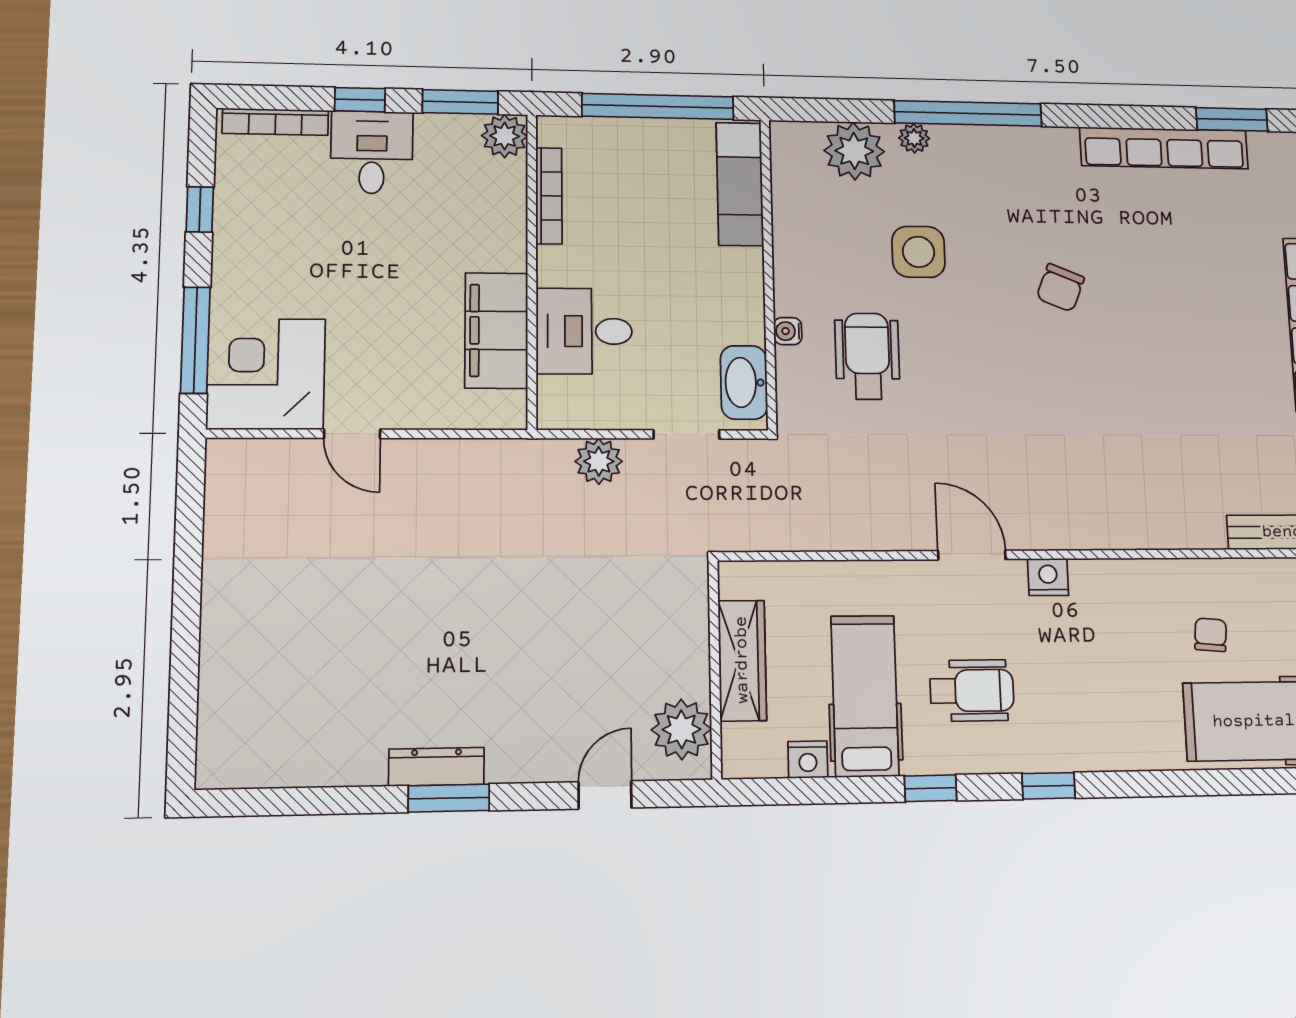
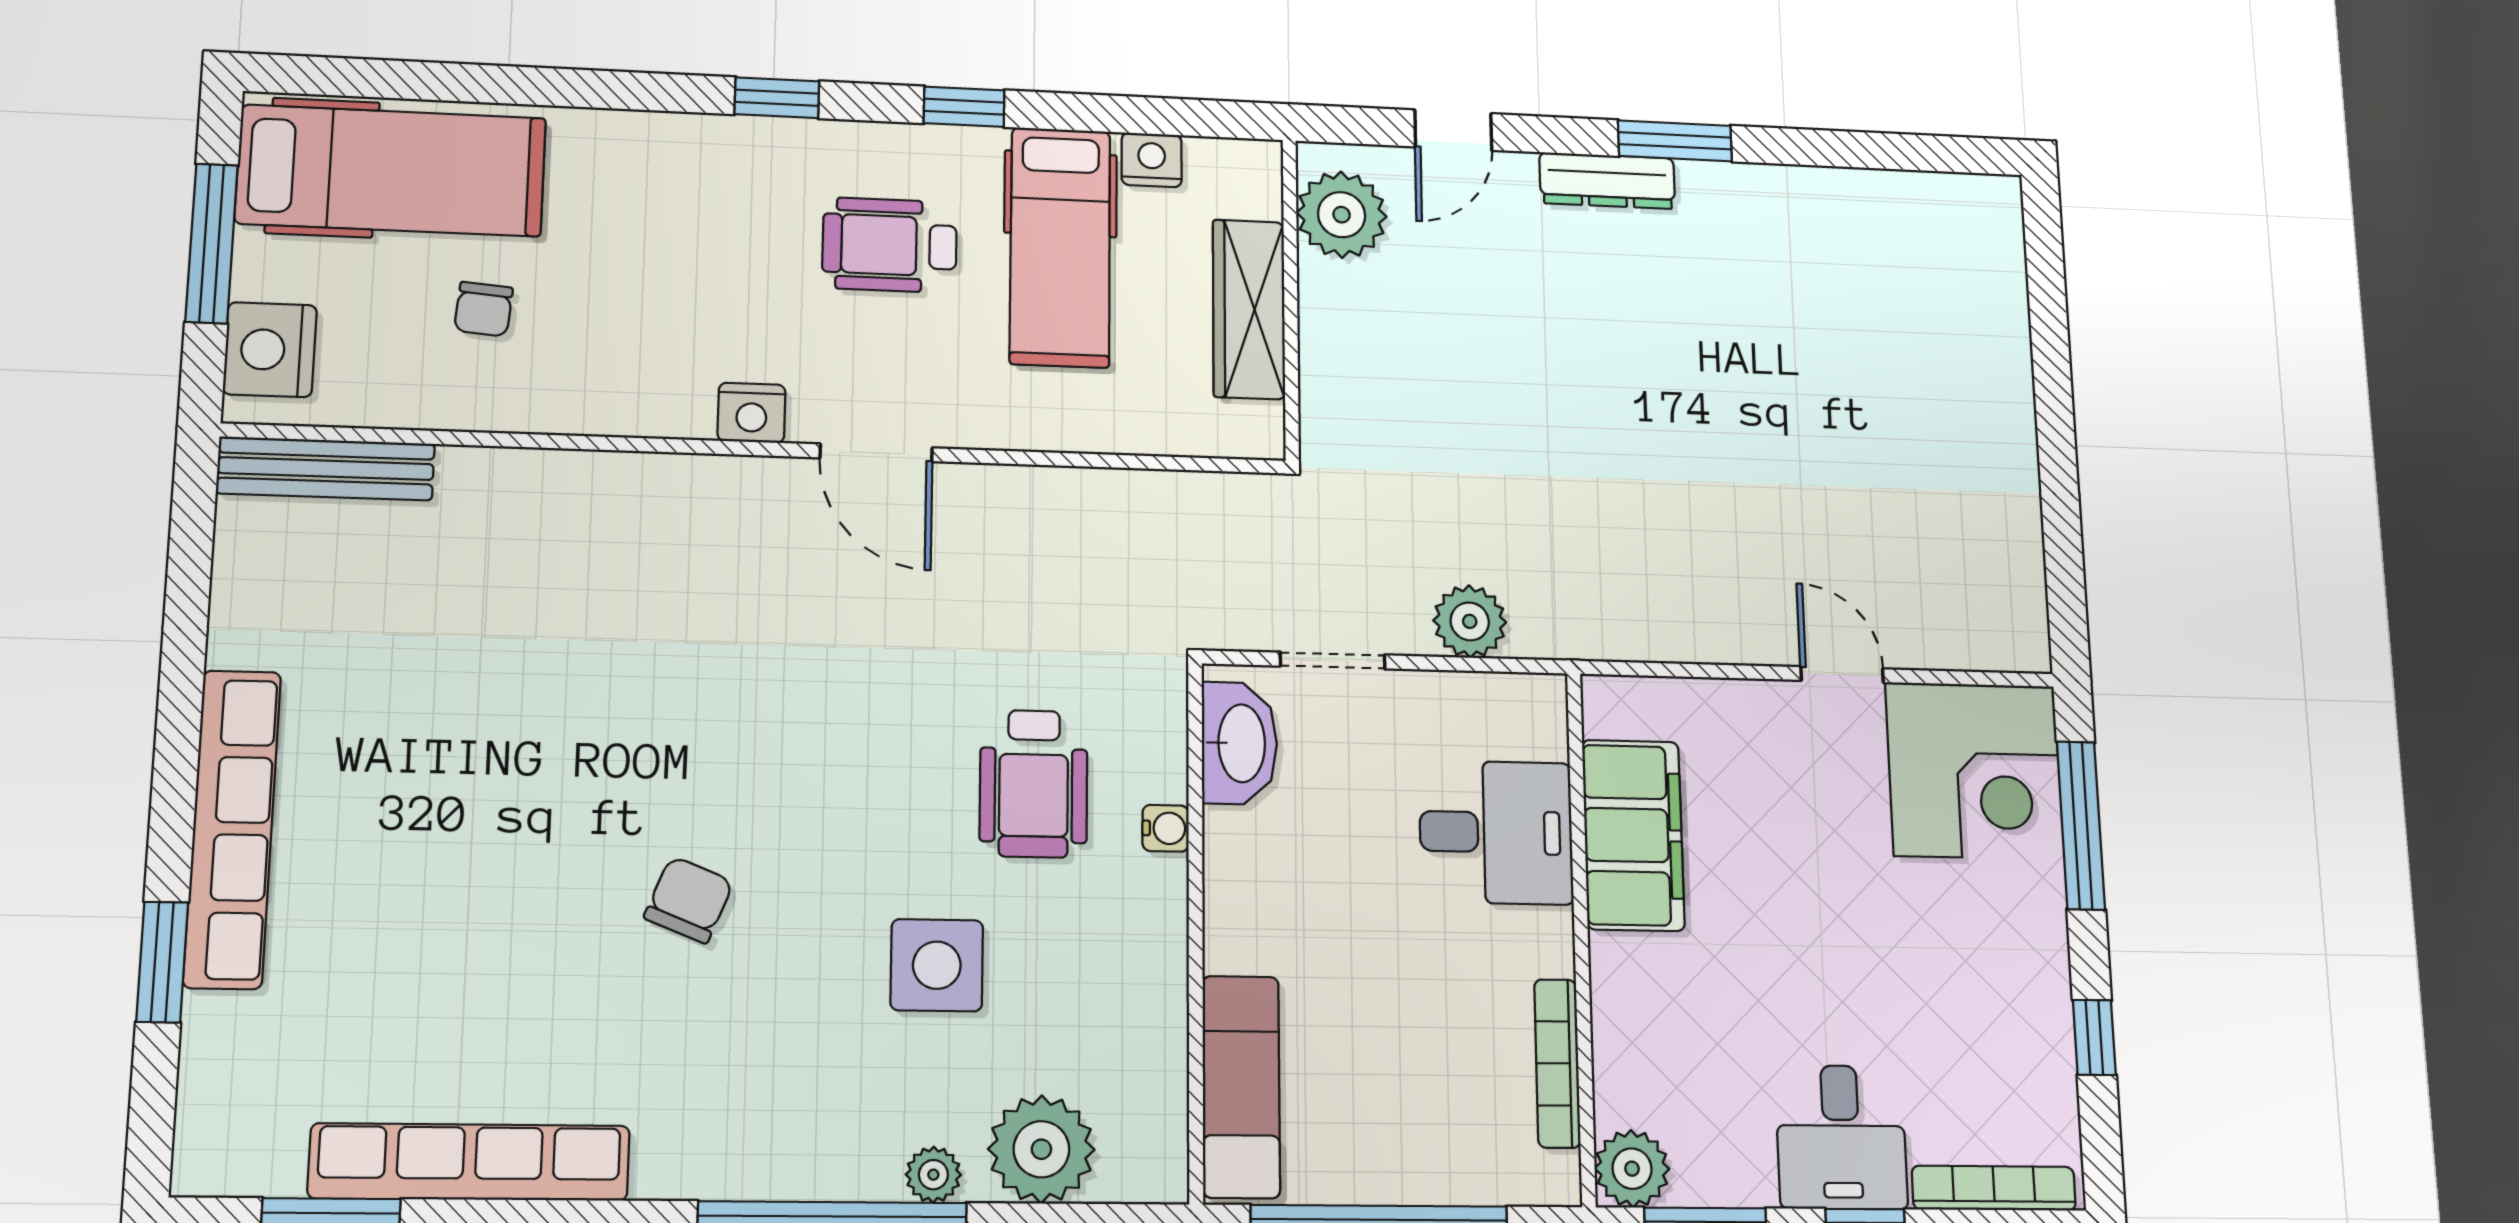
dresser: (436, 767) -> (1607, 181), moved

